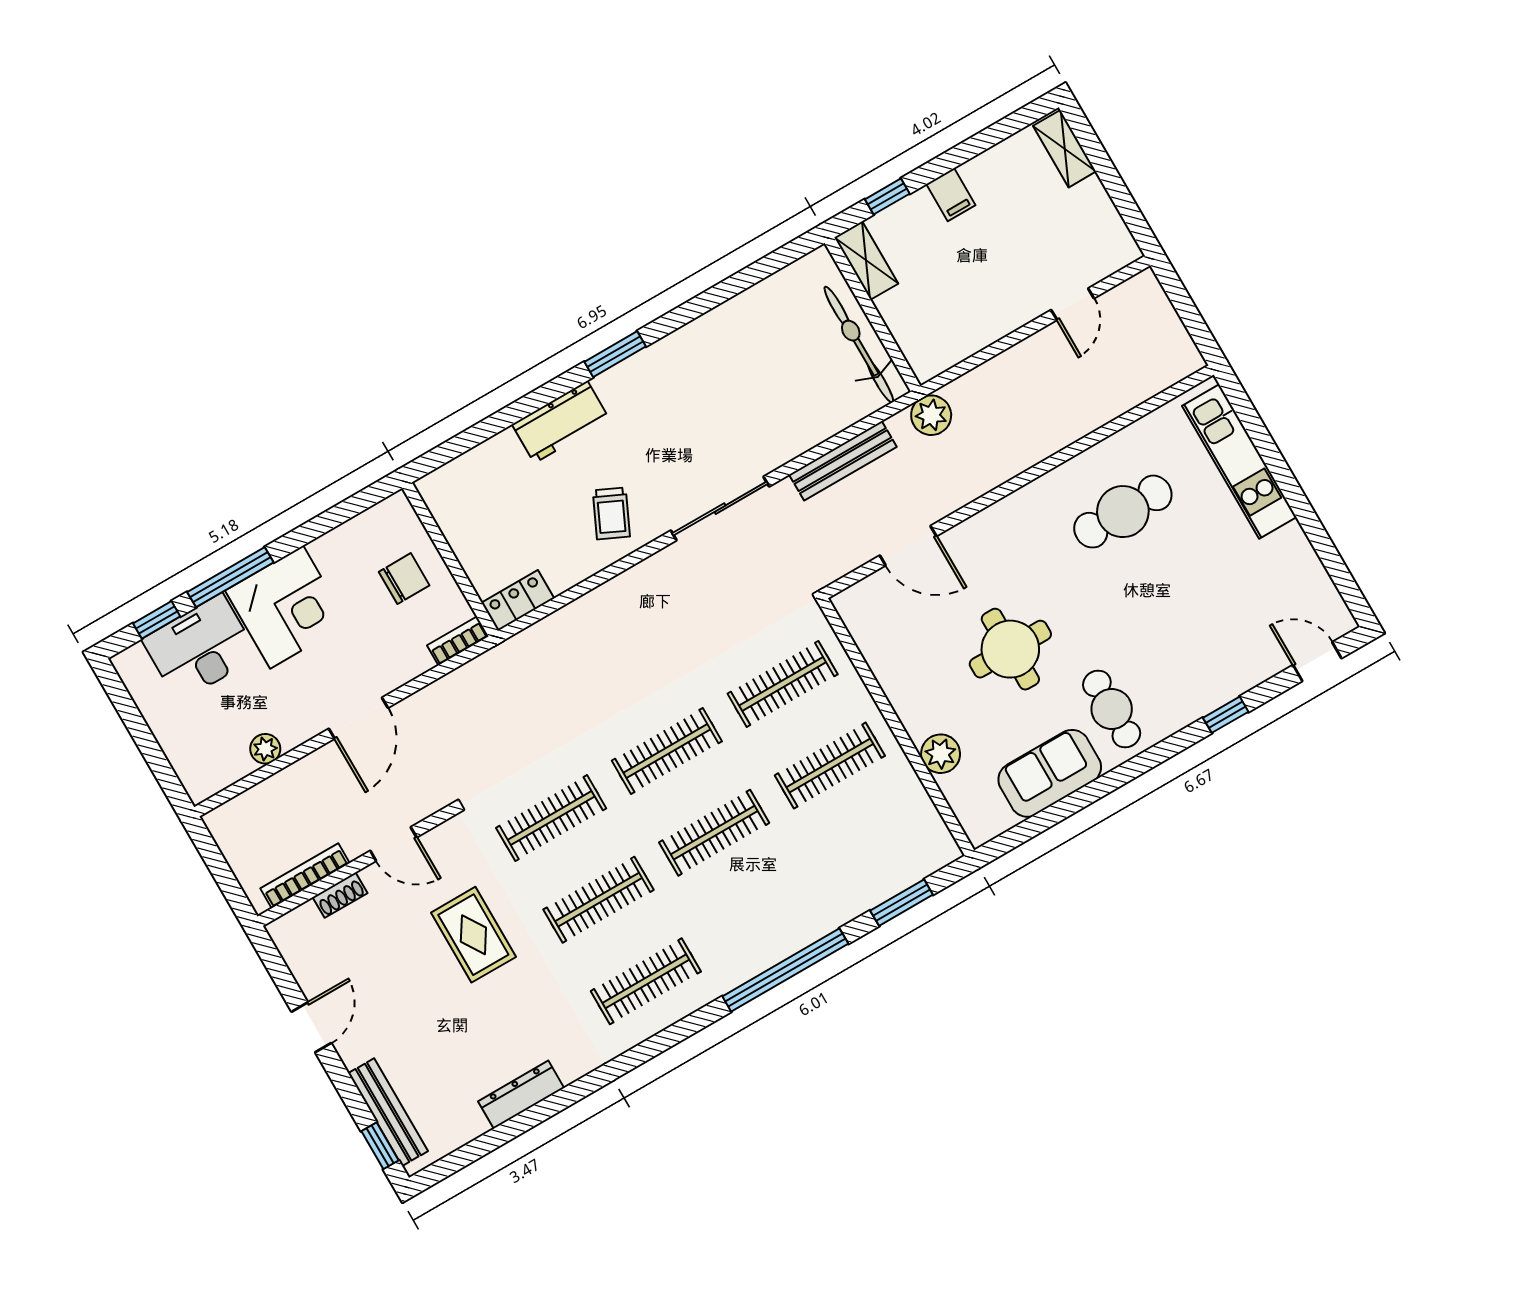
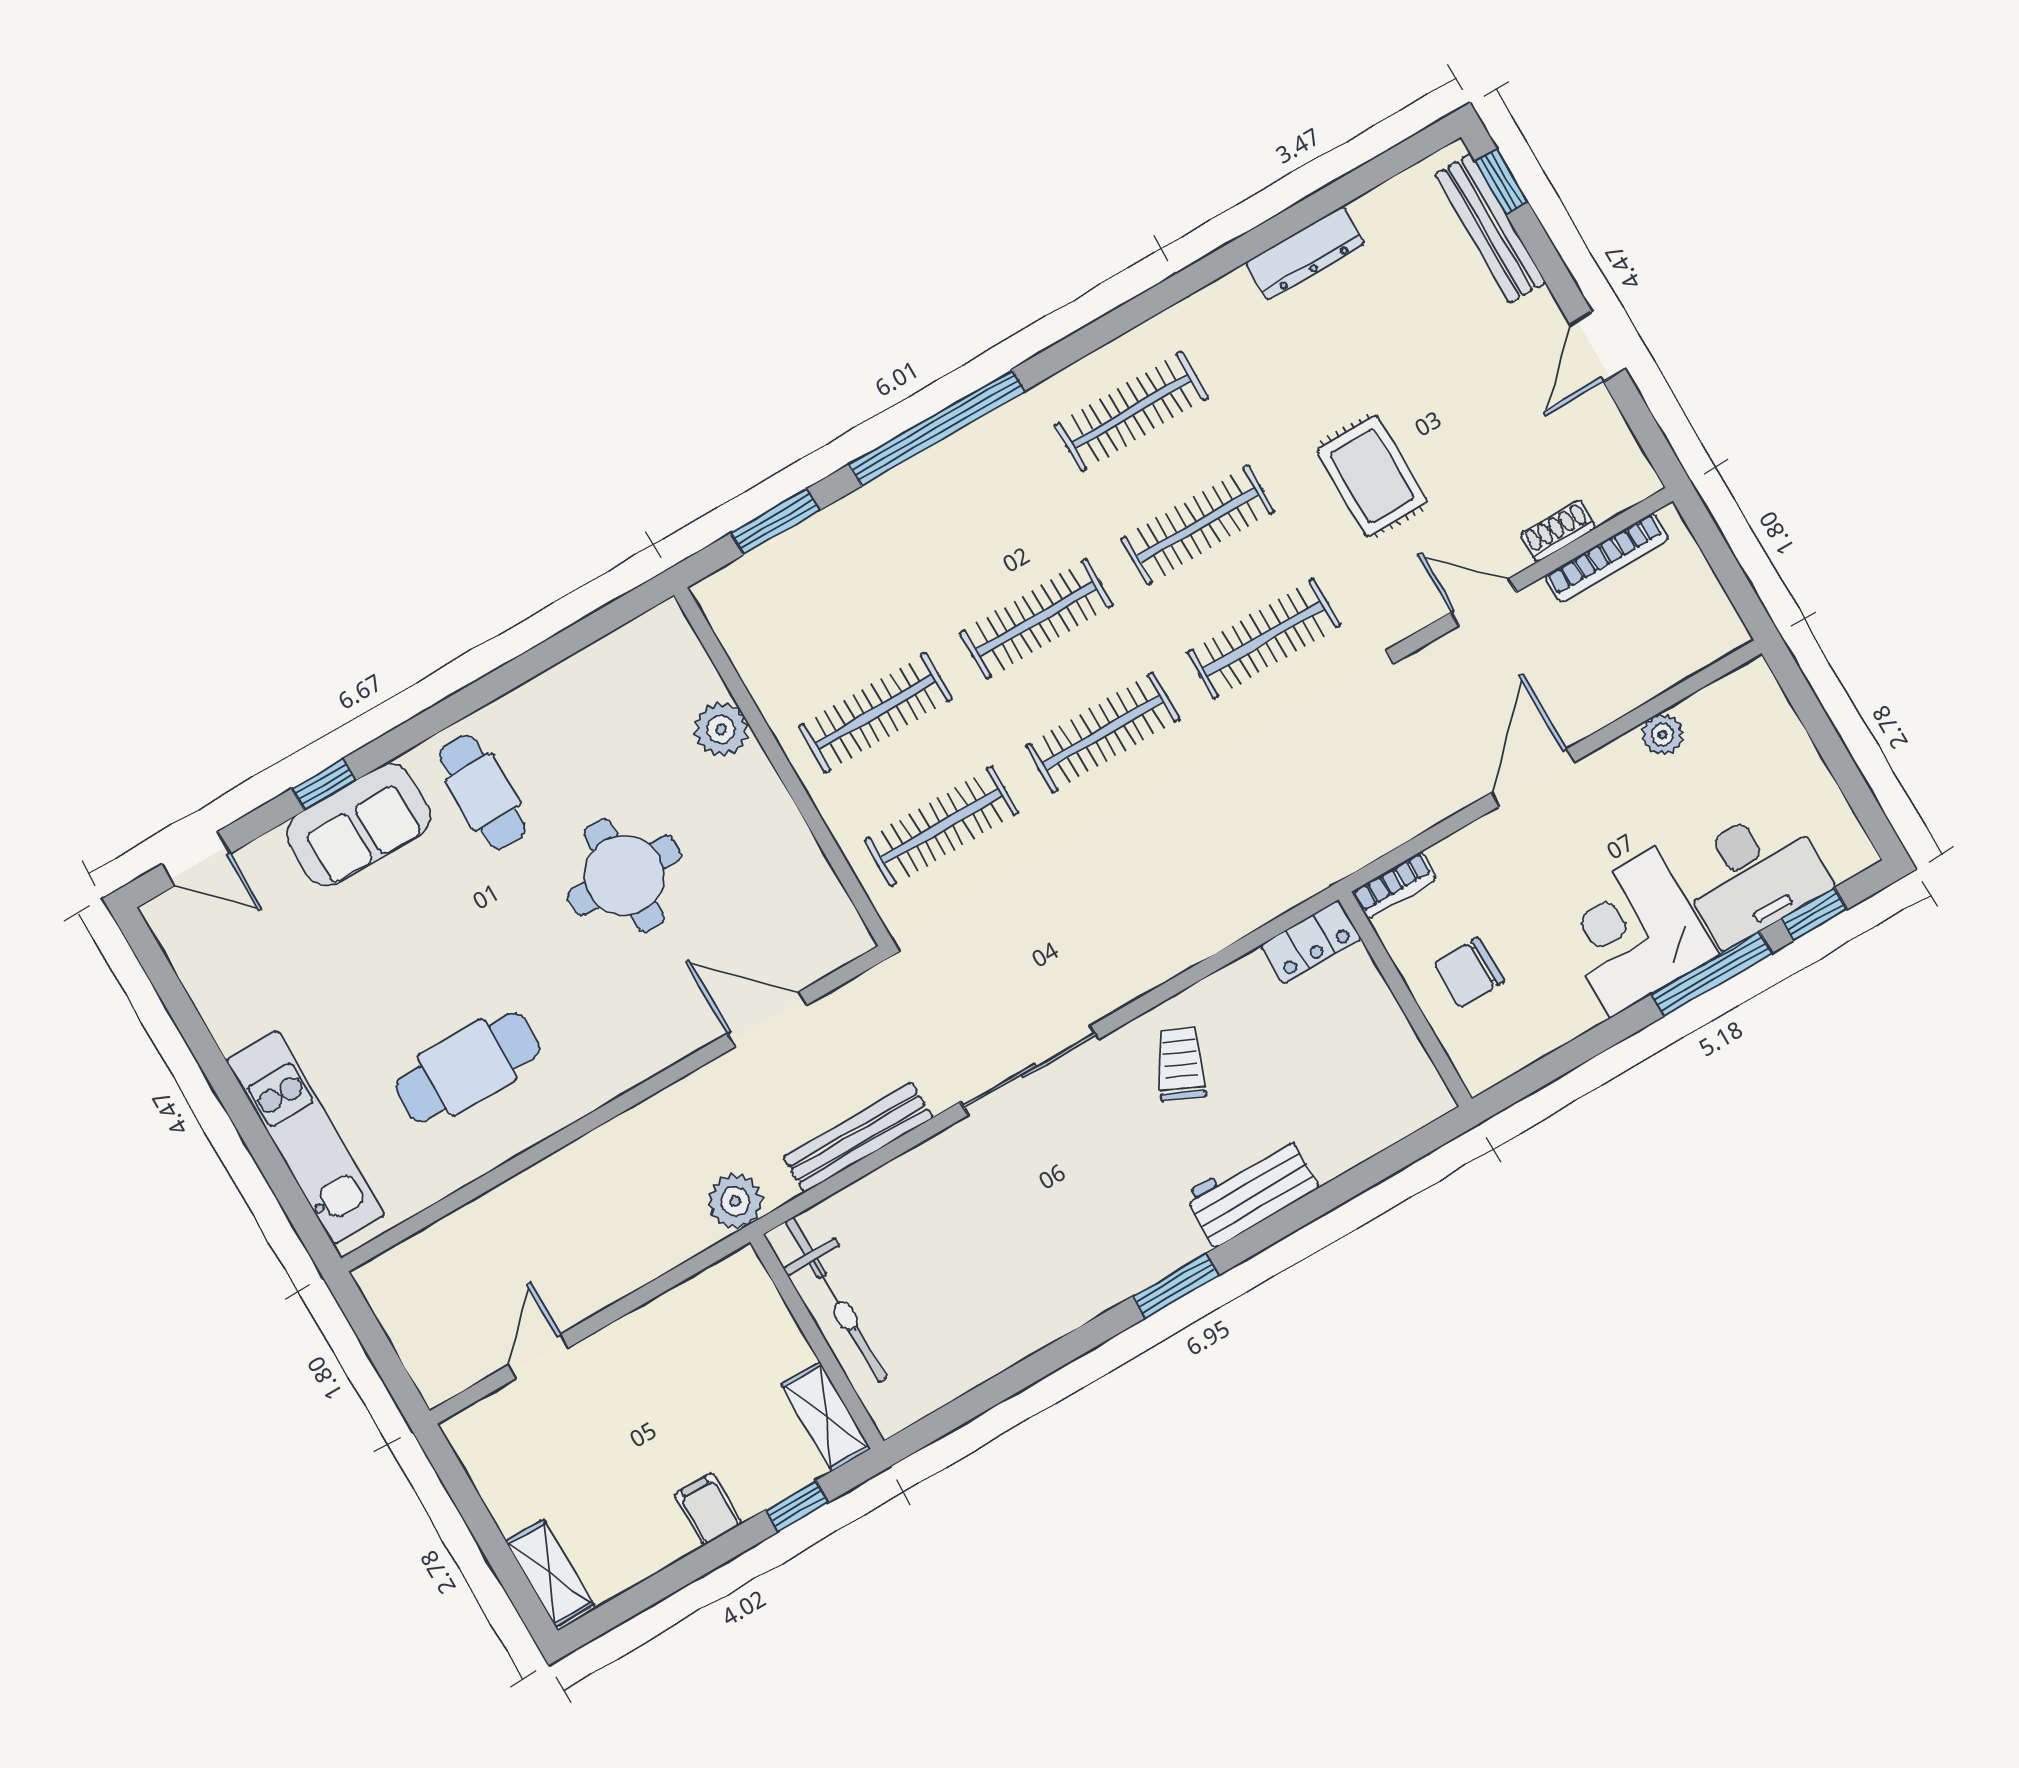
sofa: (1050, 773) -> (358, 825), moved

